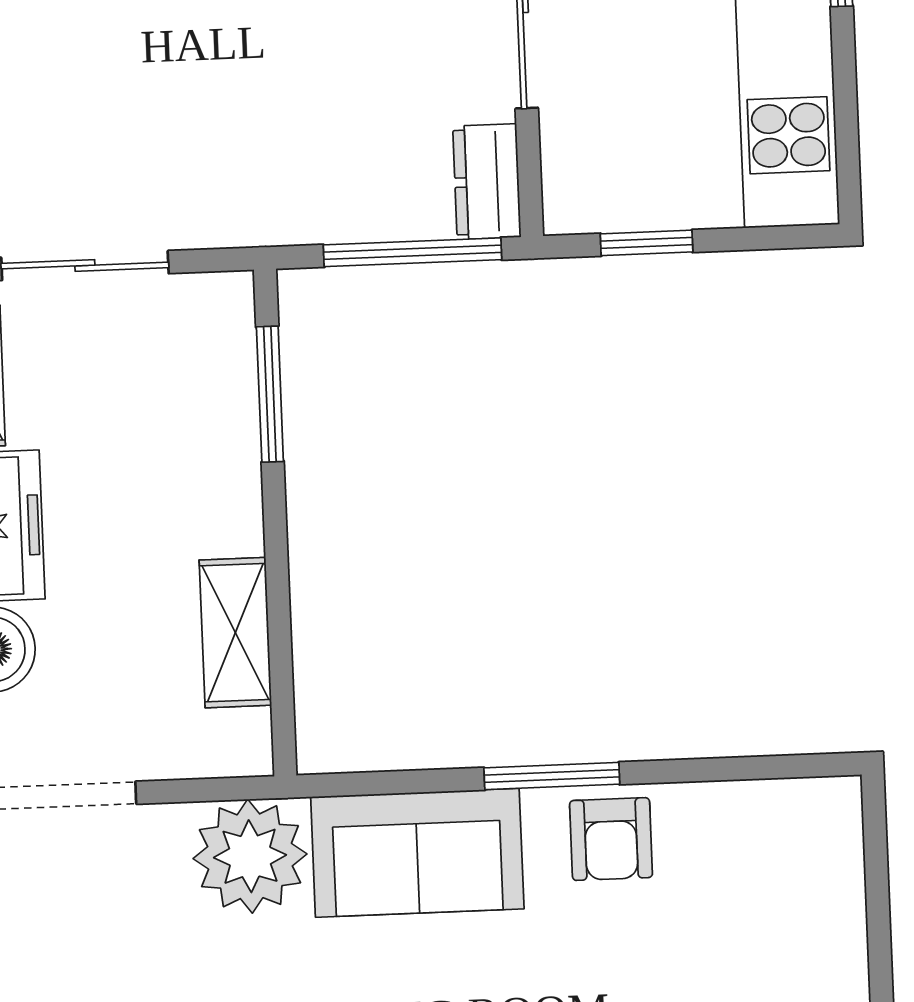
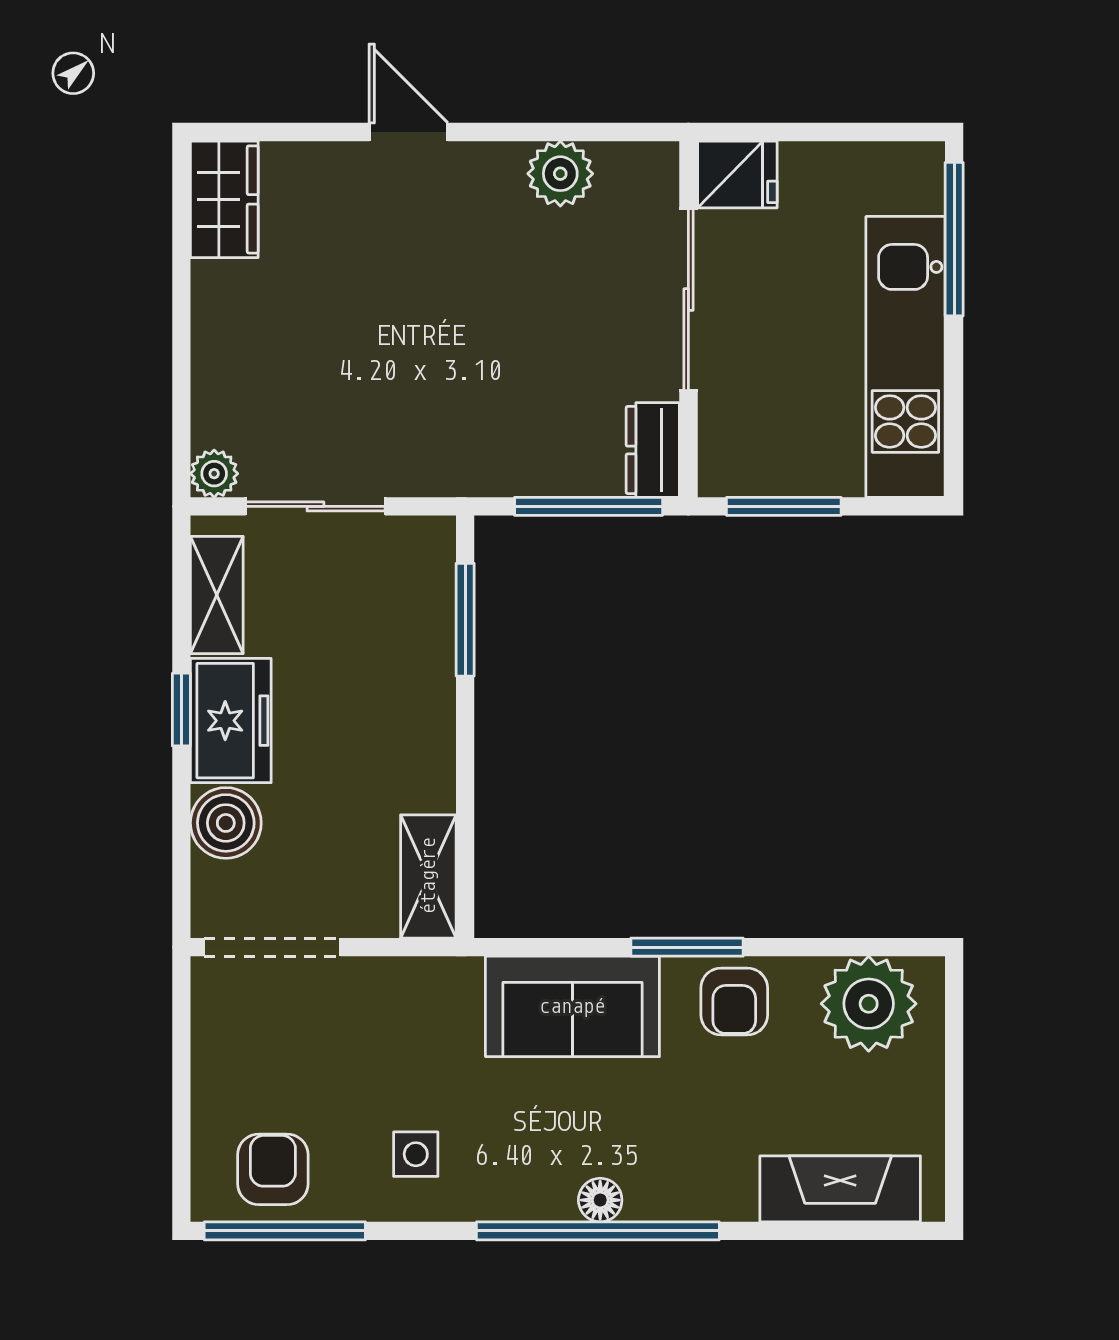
window: (647, 243) -> (784, 506), width x1.50
shelving: (235, 633) -> (428, 876), moved
plant: (250, 856) -> (869, 1004), moved

